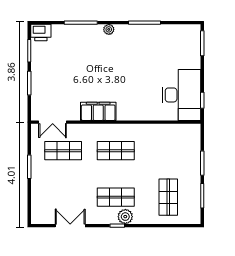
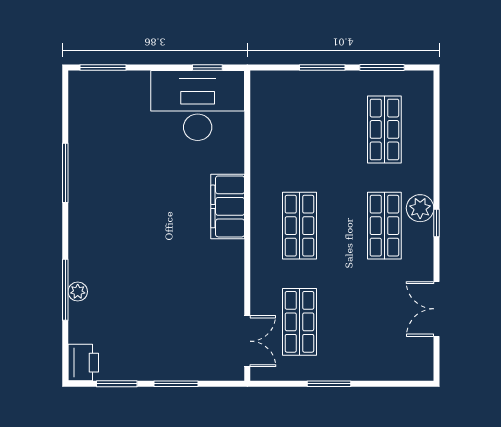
plant: (109, 29) -> (78, 292), moved
filing cabinet: (98, 111) -> (228, 206), moved
shop shelf: (168, 197) -> (384, 129), turned 90

